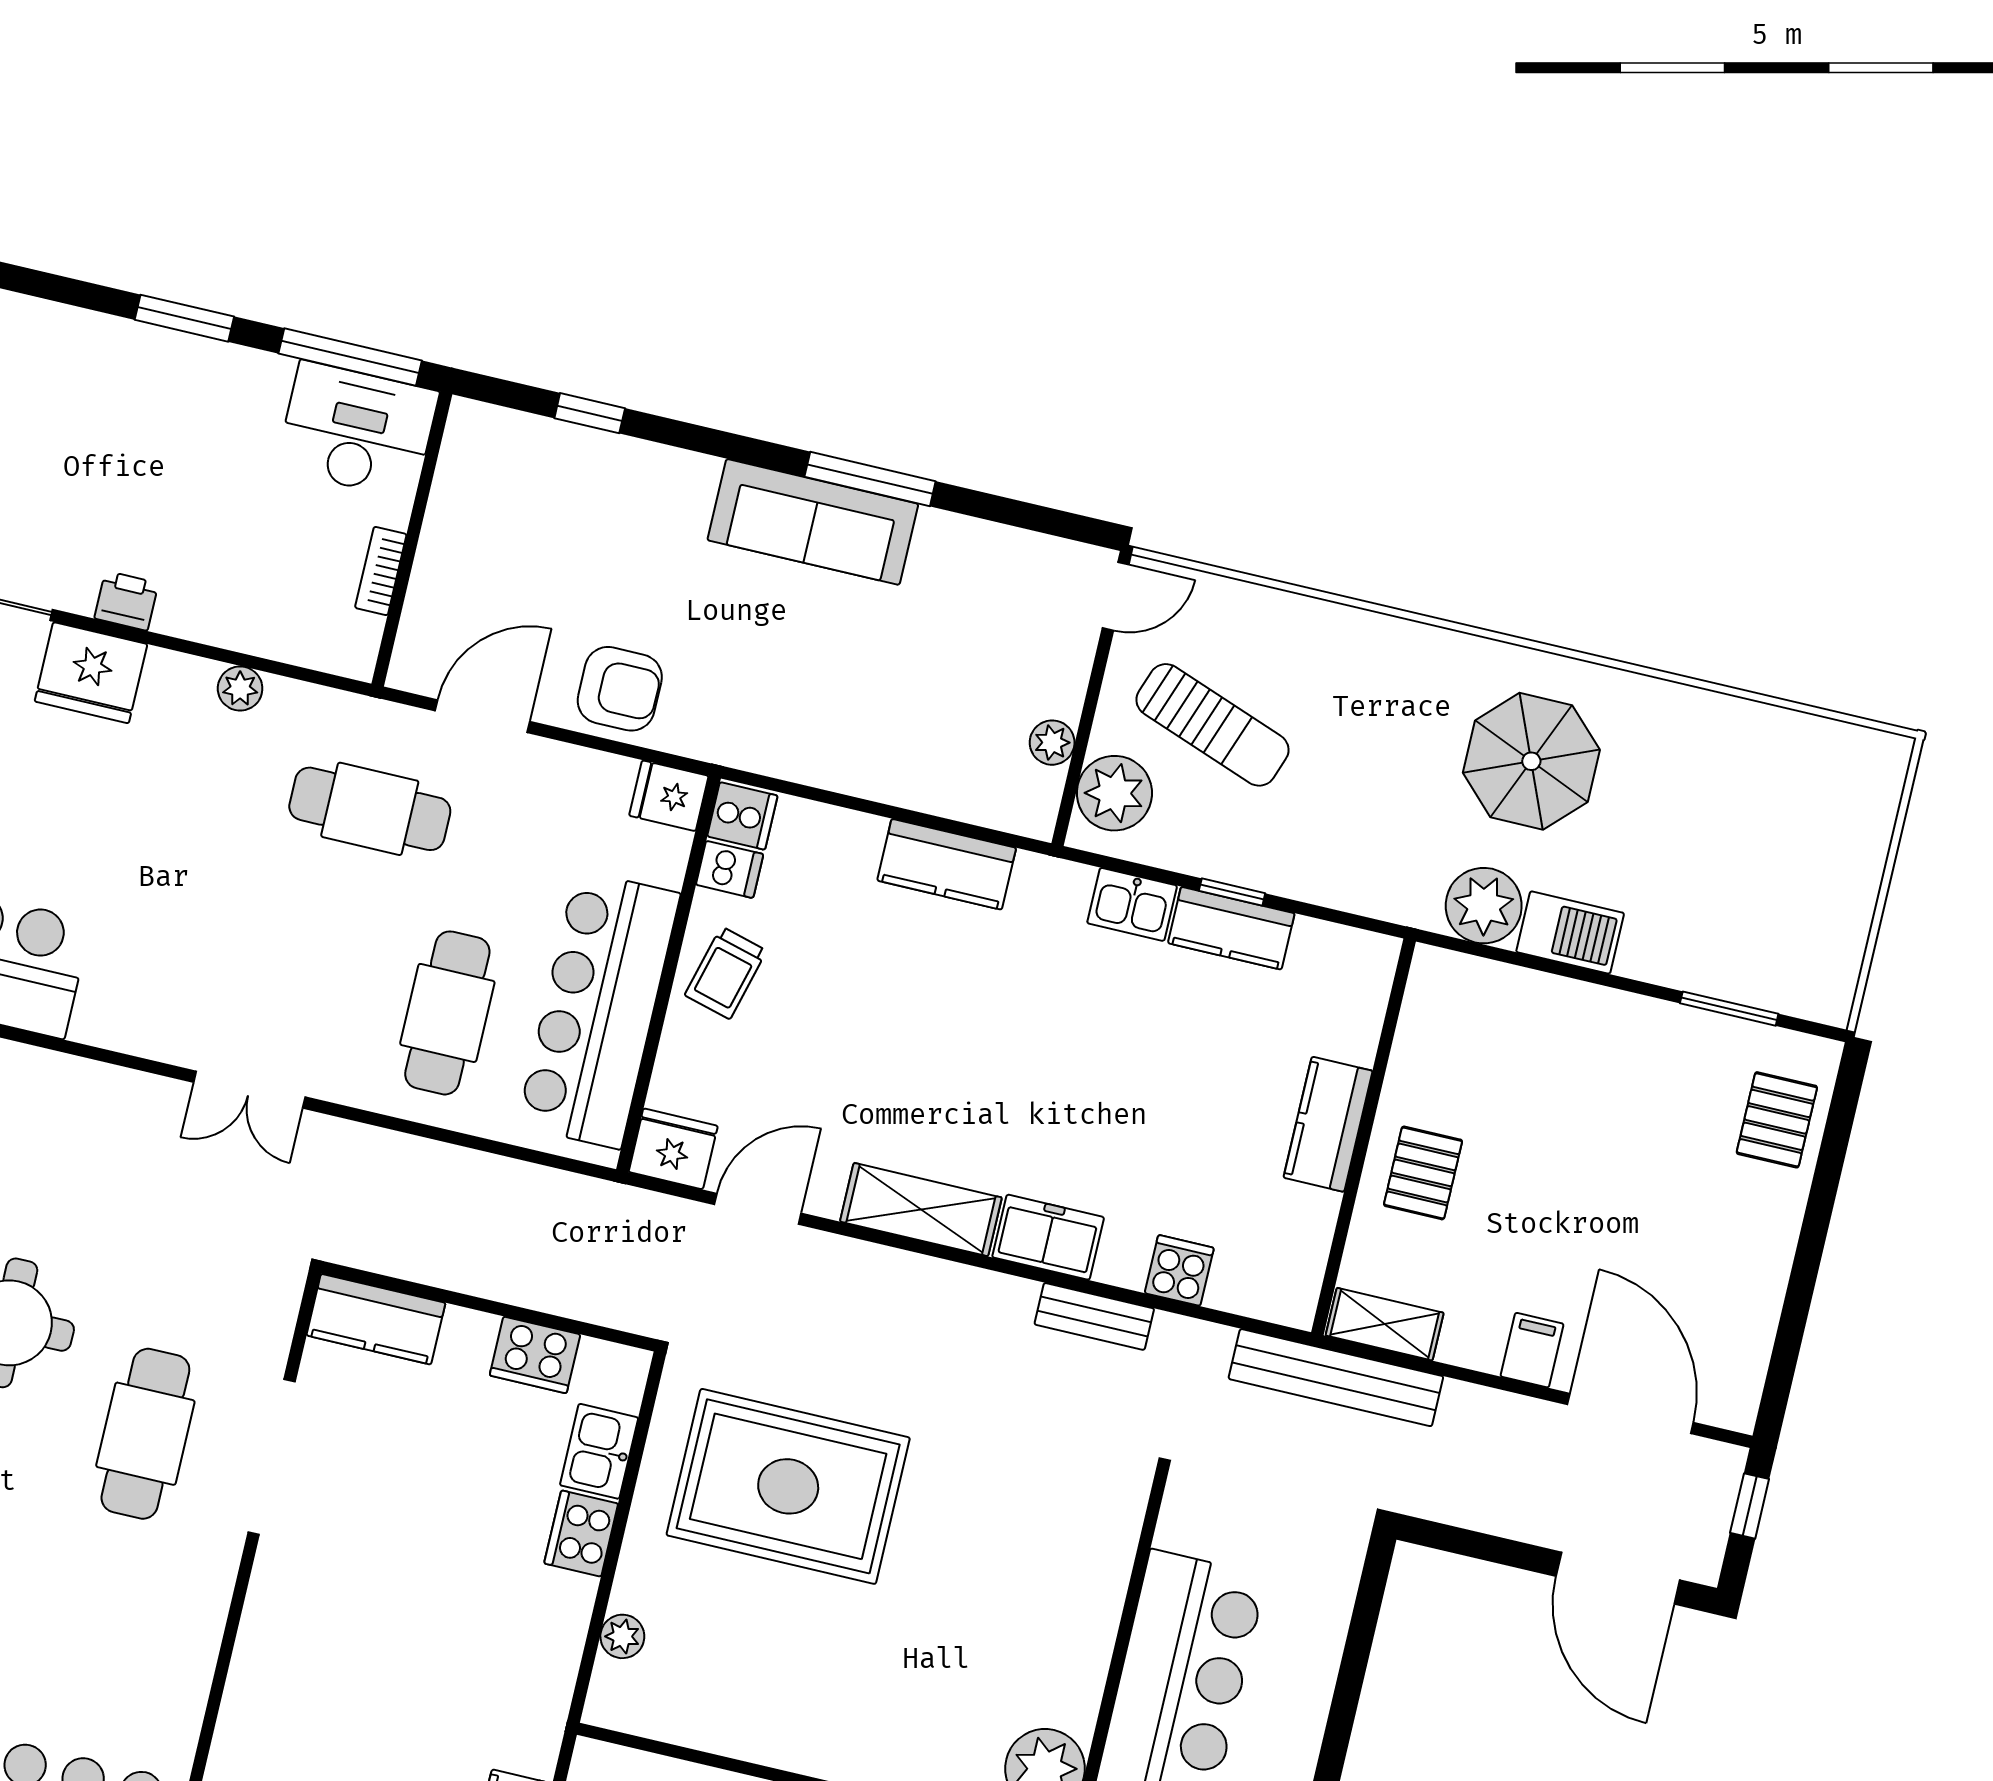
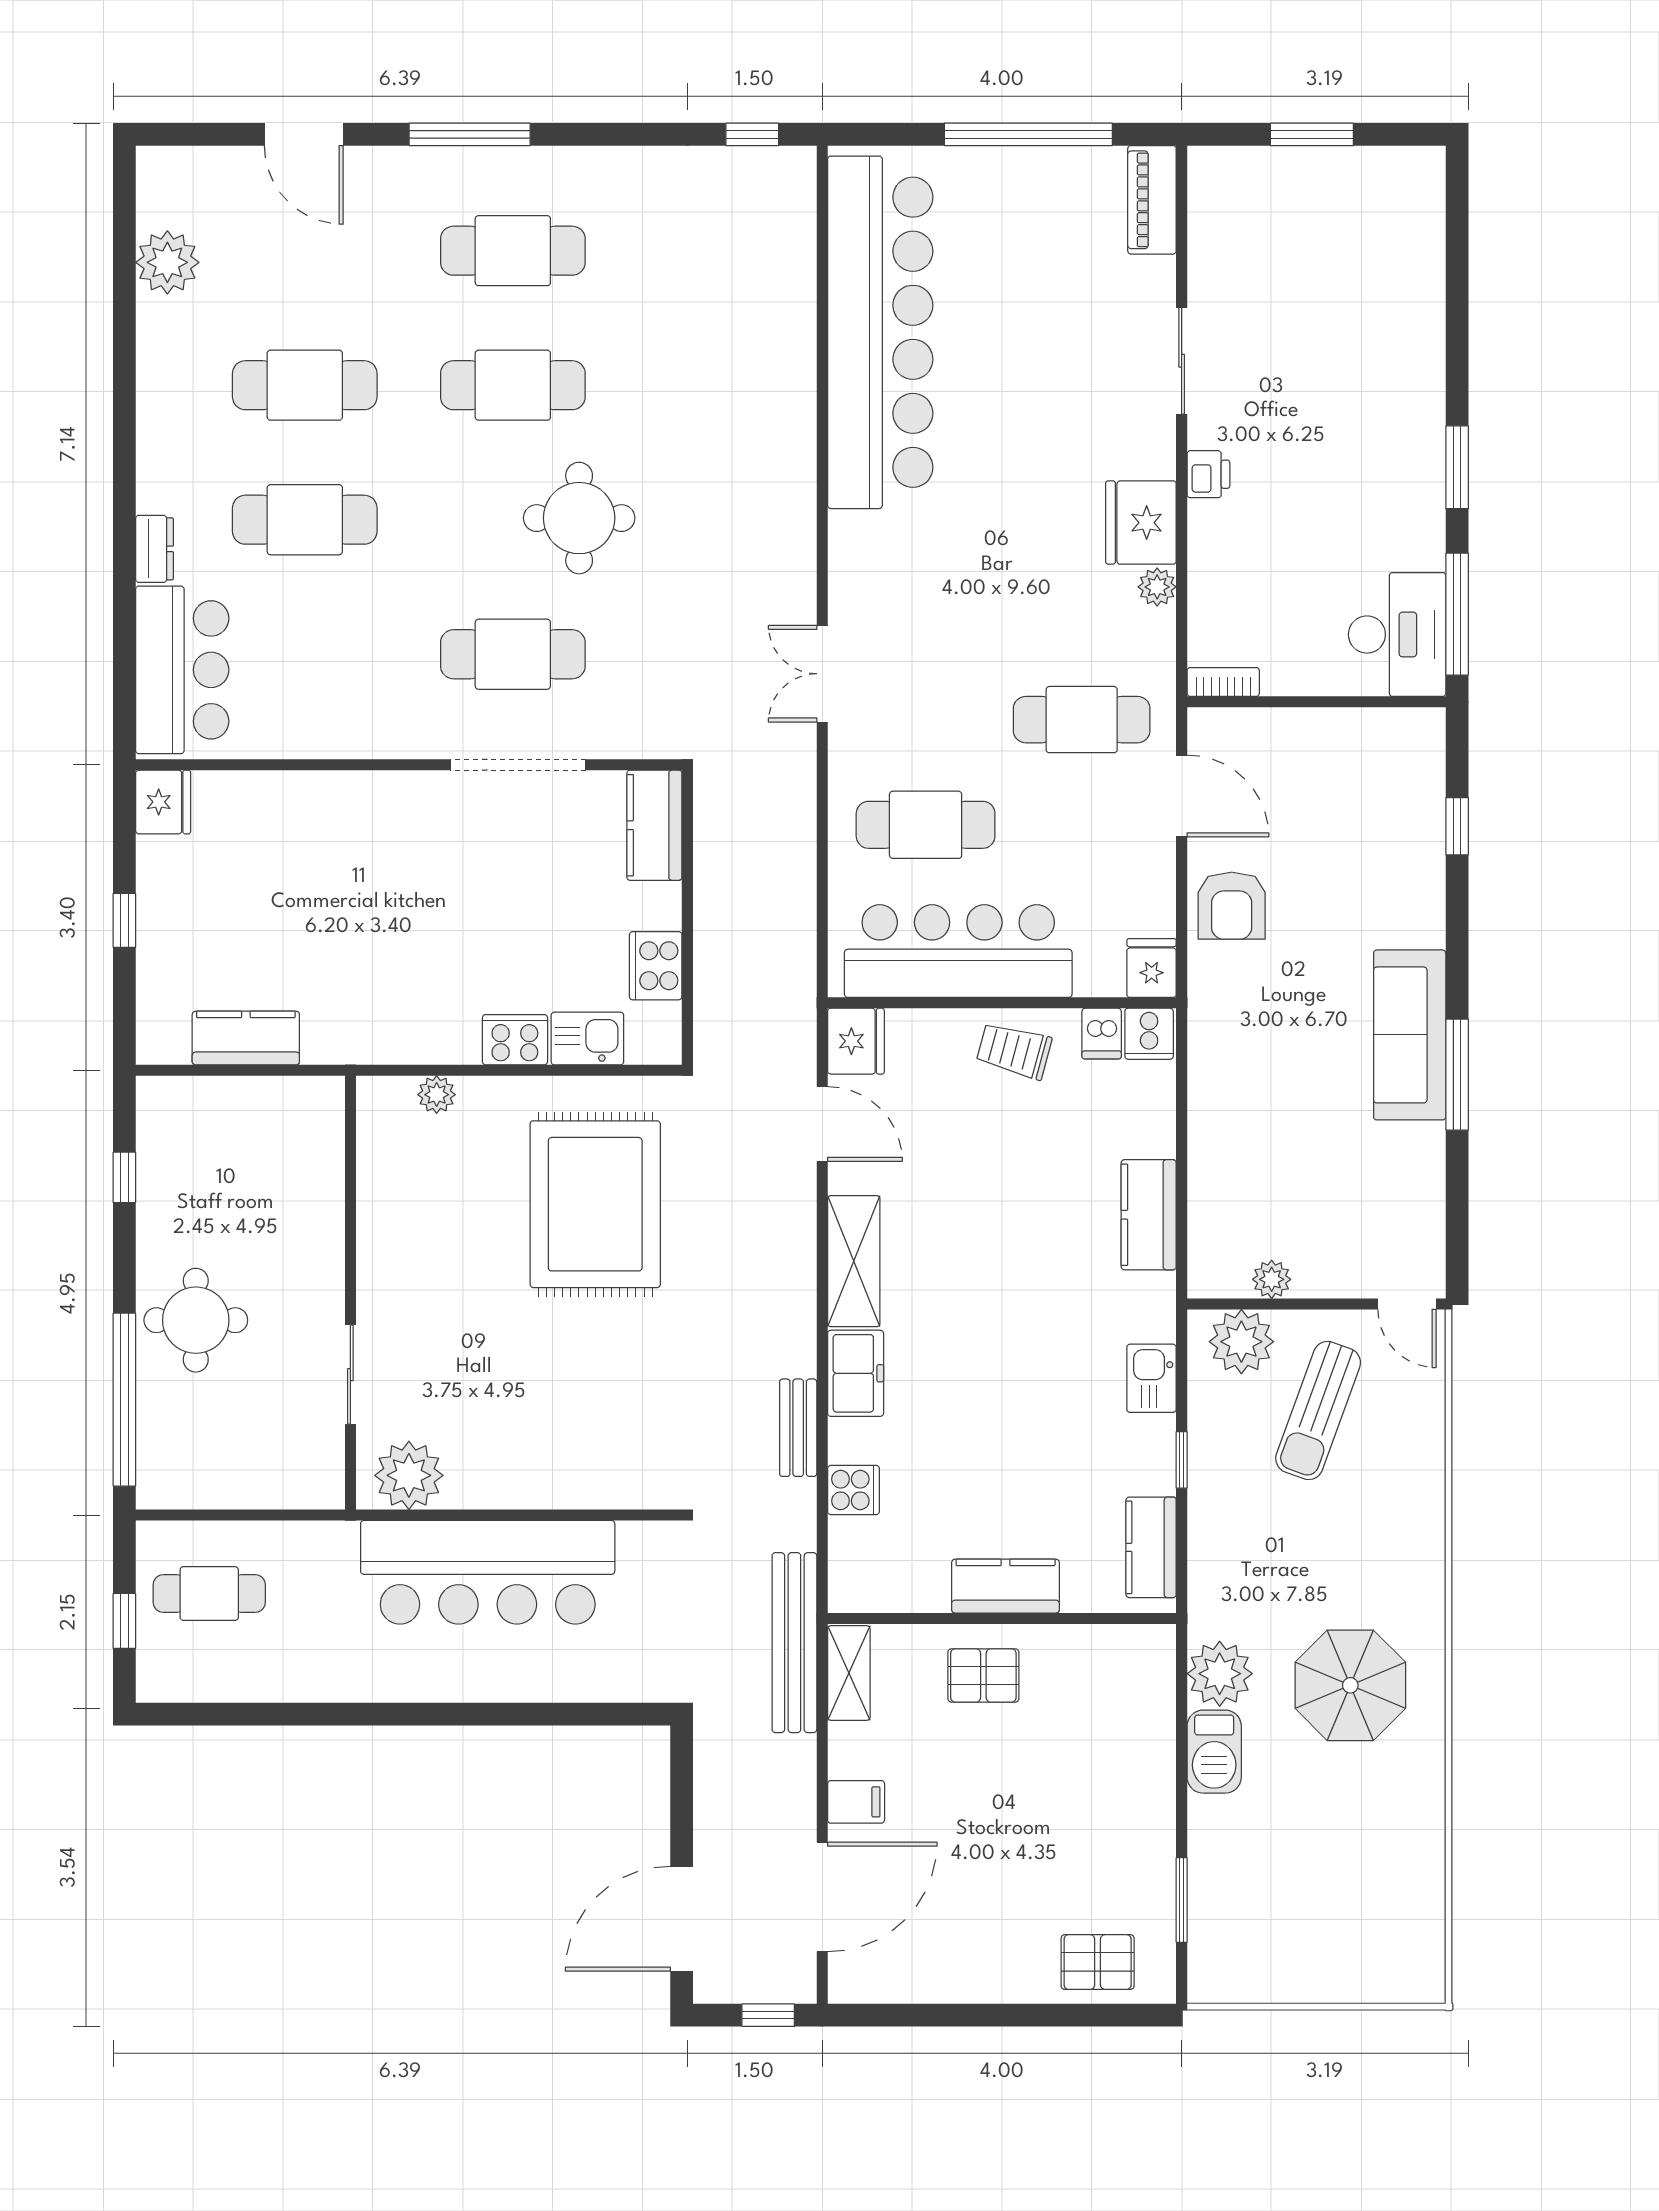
bookcase: (381, 571) -> (1223, 682), moved
fridge: (91, 673) -> (1141, 523), moved
cafe table: (370, 809) -> (1082, 720), turned 90
kitchen counter: (1231, 928) -> (1151, 1547), moved

